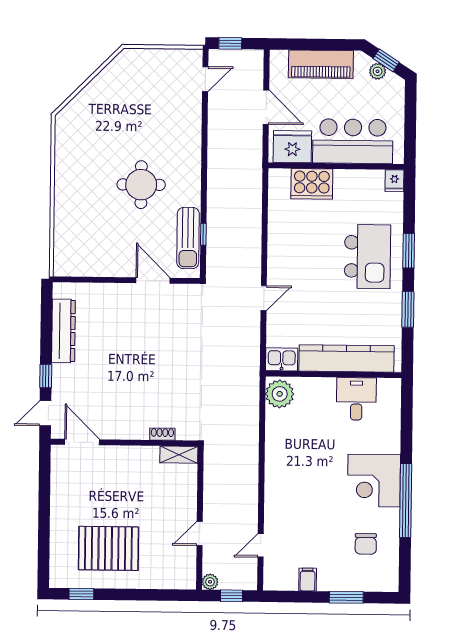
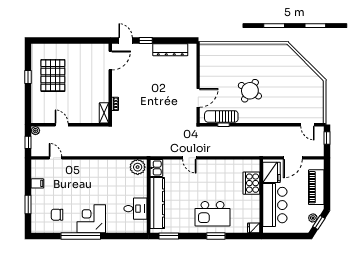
round table: (141, 185) -> (250, 91), turned 32
window: (408, 309) -> (169, 236), moved
window: (81, 594) -> (28, 77), moved

